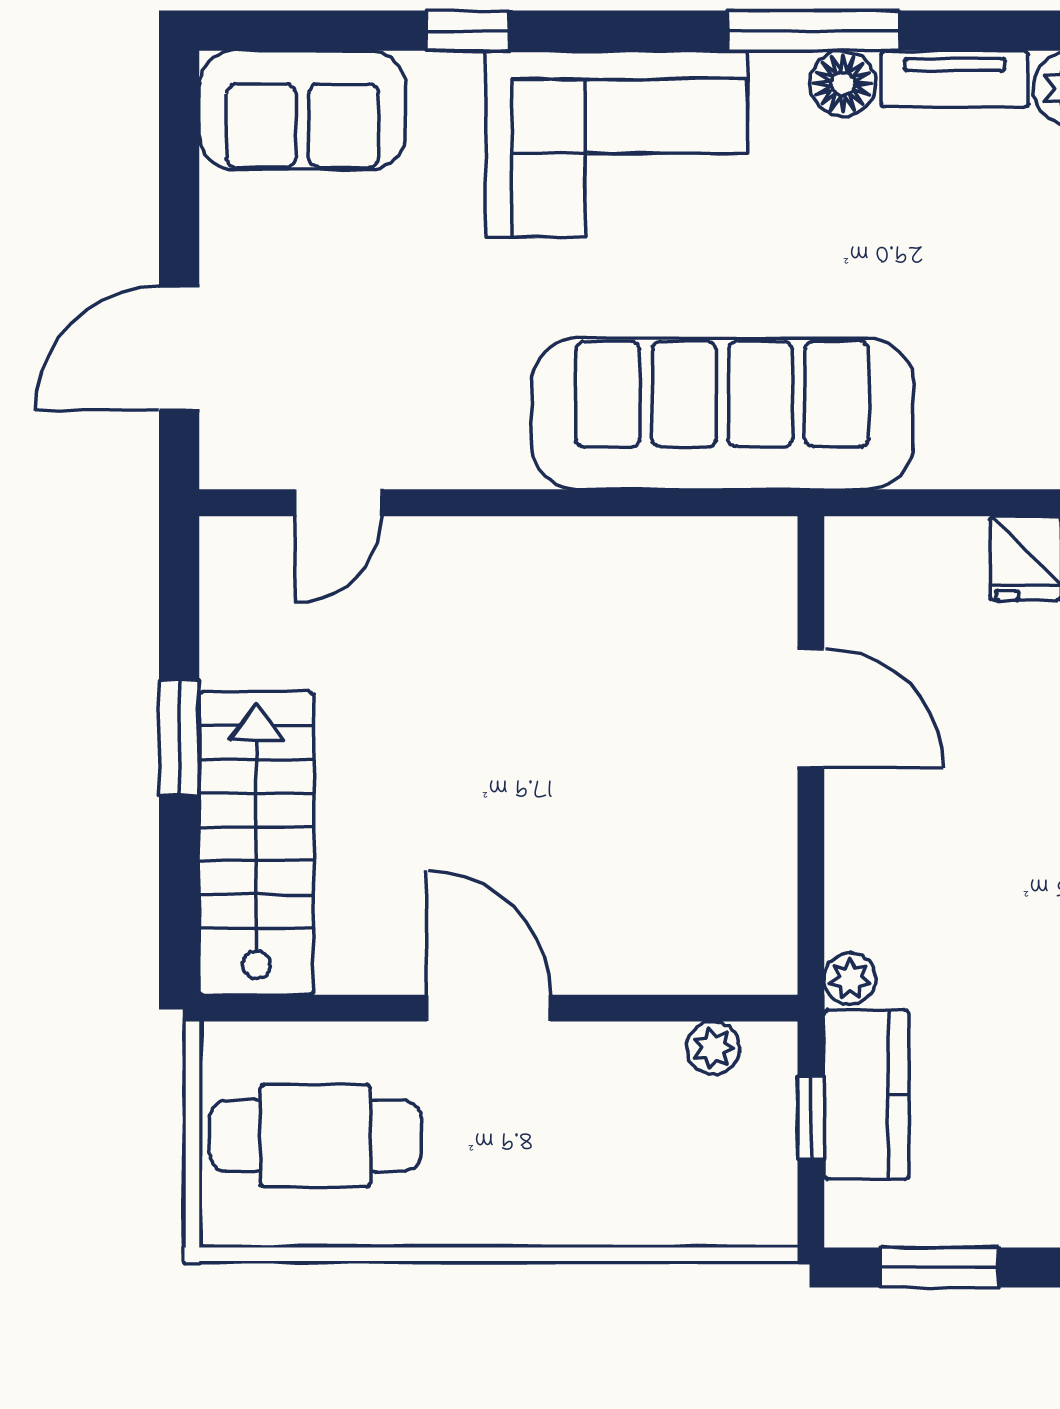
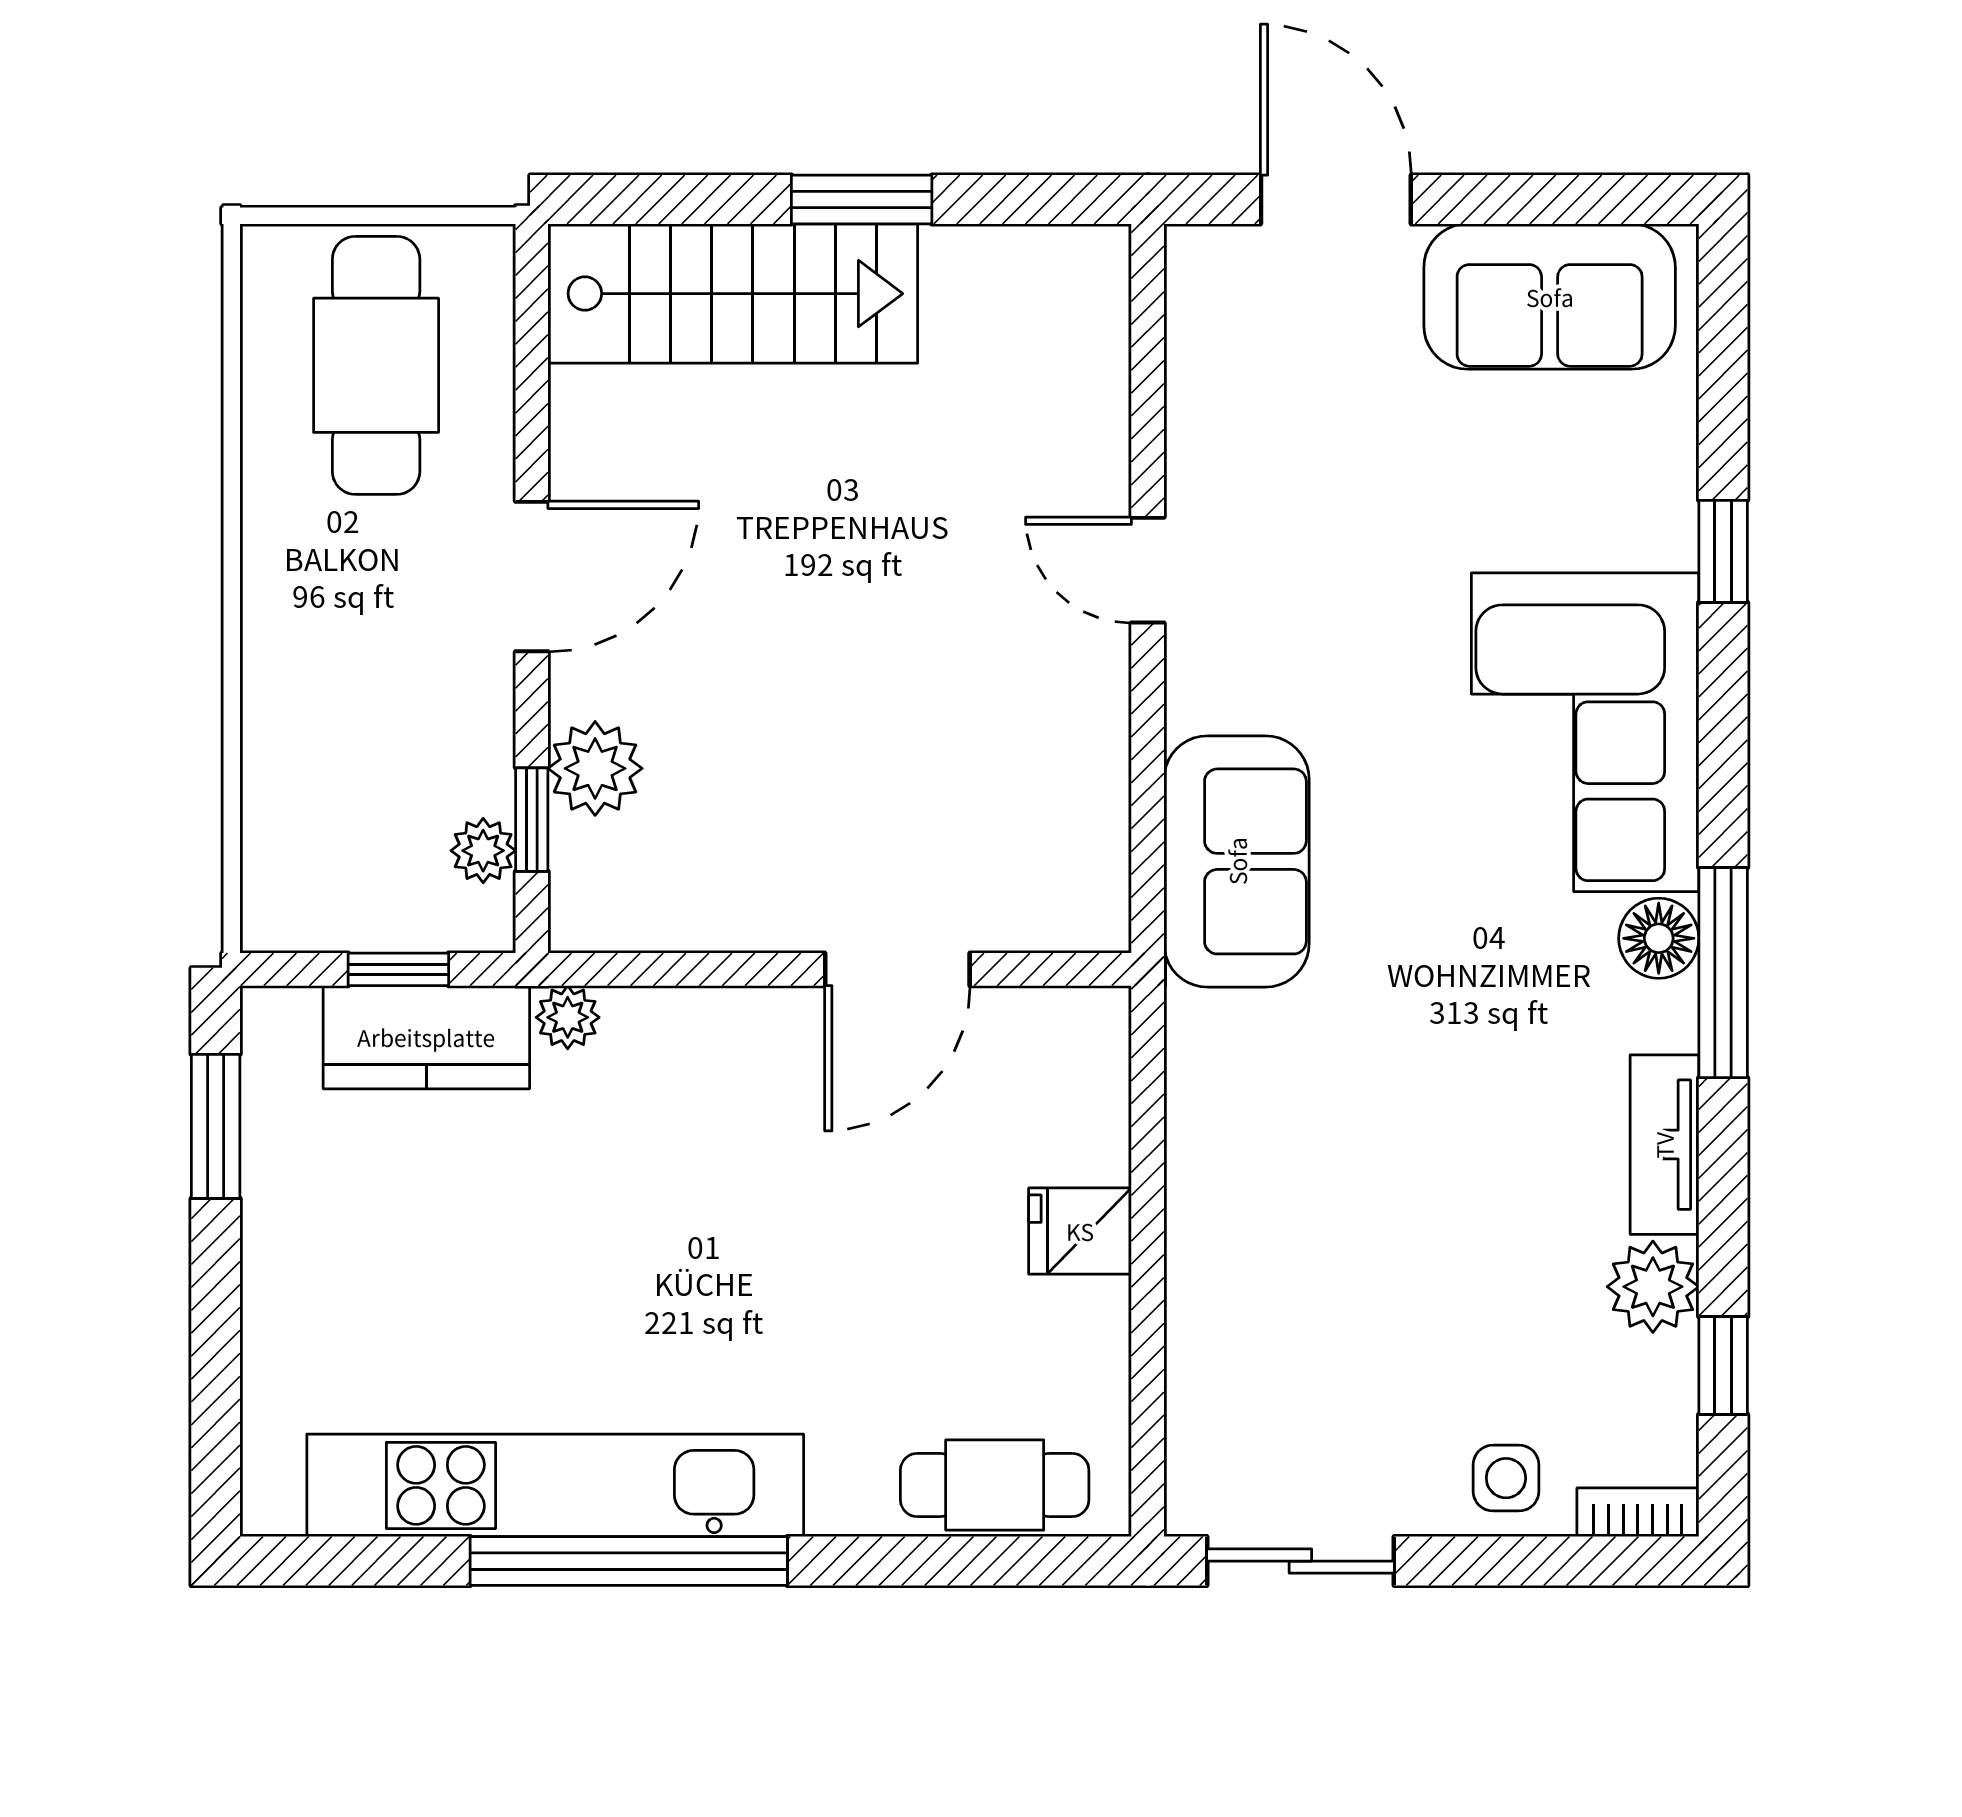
floor lamp: (843, 83) -> (1659, 938), moved
sofa: (302, 110) -> (1550, 297), moved, turned -90
sofa: (722, 414) -> (1237, 861), width x0.54, depth x0.79
door: (338, 503) -> (1148, 570), moved
plant: (646, 956) -> (595, 768), added
window: (688, 1008) -> (532, 820), added

